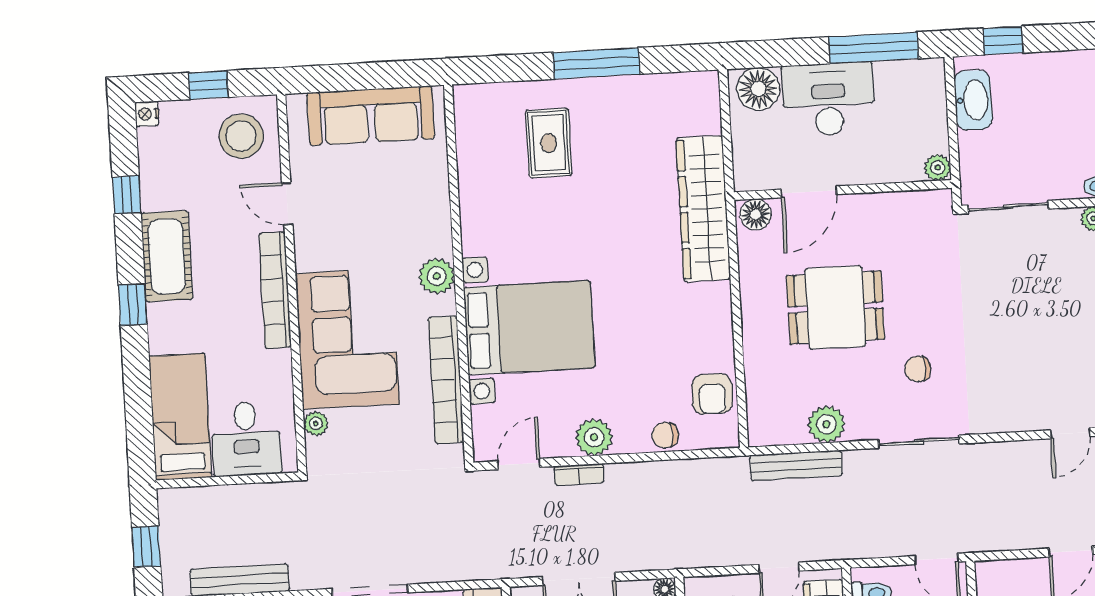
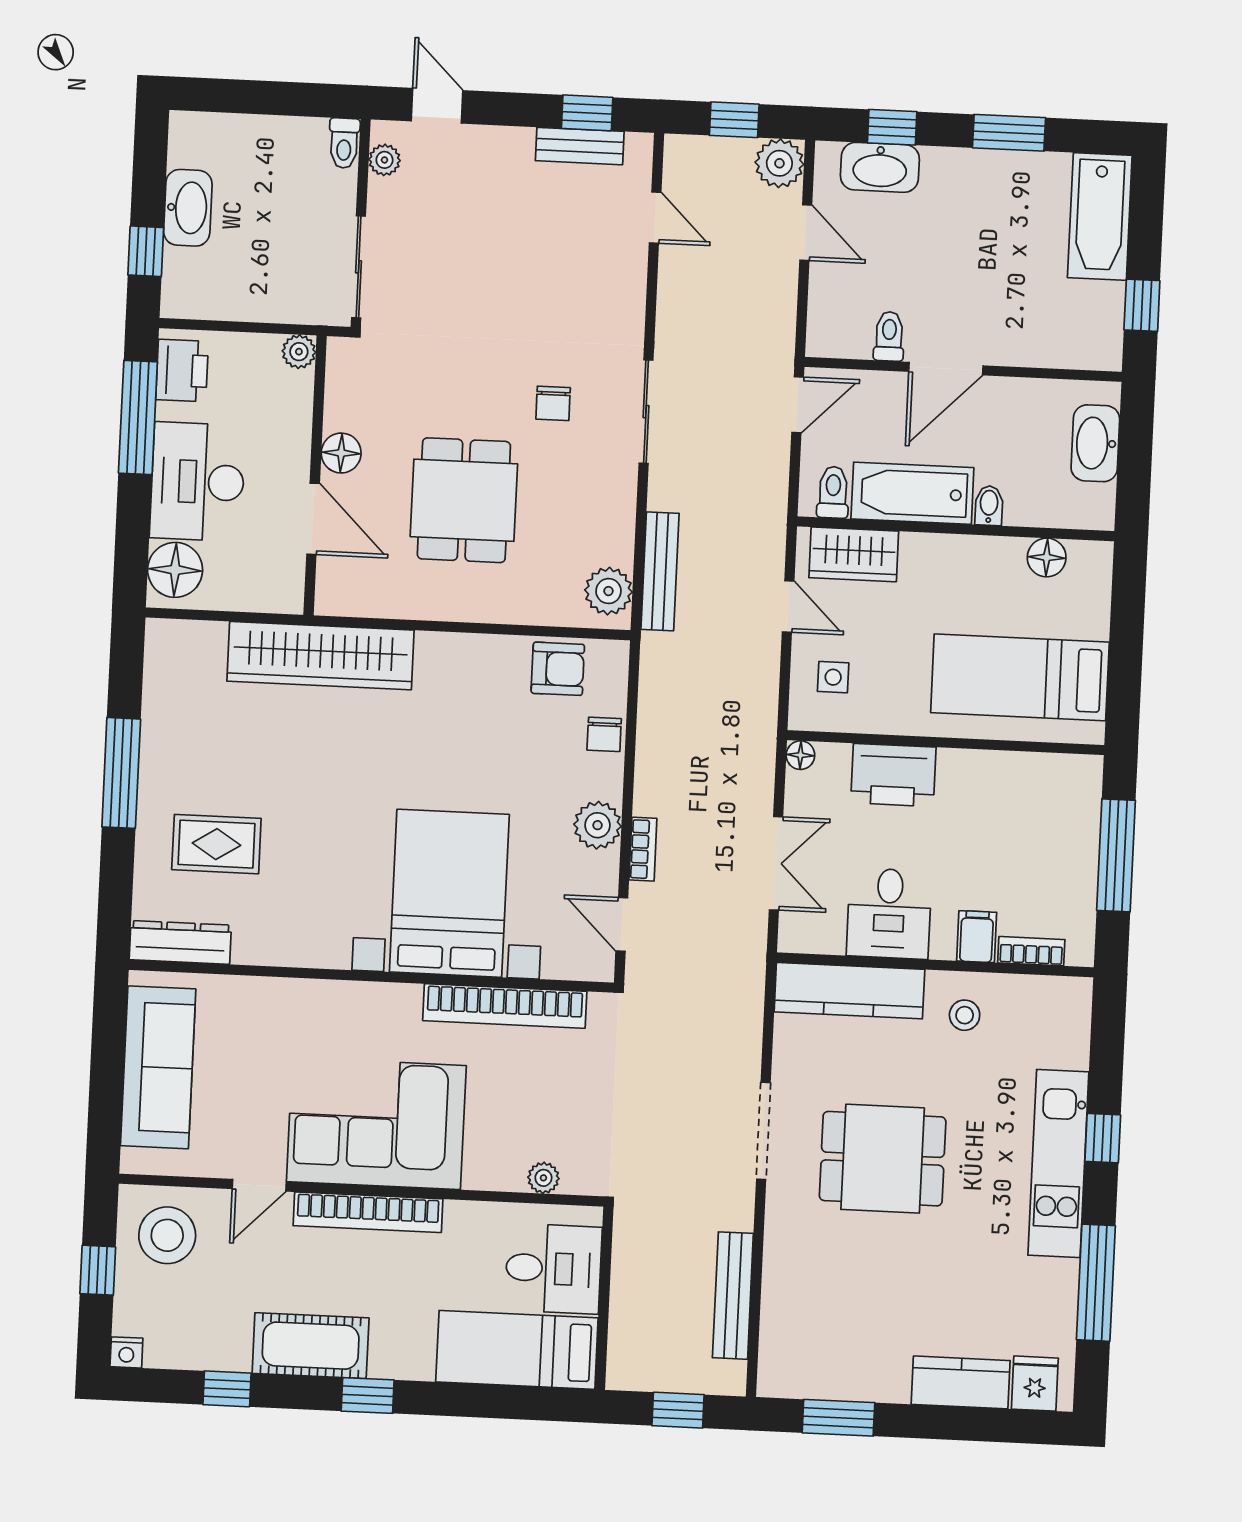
printer: (914, 78) -> (182, 370), added
washbasin: (973, 100) -> (188, 208), moved, turned 90
dresser: (469, 123) -> (180, 942), added
floor lamp: (756, 214) -> (341, 453), moved
plant: (437, 276) -> (371, 1004), removed
corner sofa: (347, 339) -> (376, 1124), moved
plant: (826, 424) -> (608, 591), moved

